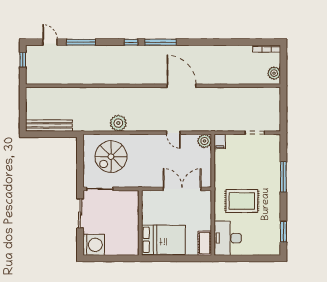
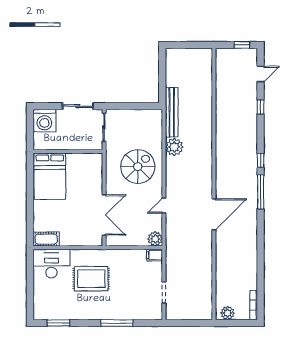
window: (81, 42) -> (261, 107), width x0.46
bench: (49, 125) -> (172, 112), moved
spiral stairs: (111, 157) -> (138, 167), moved, turned 90
rug: (242, 201) -> (91, 279), turned 90
wall: (140, 223) -> (68, 151), moved
bed: (163, 240) -> (50, 176), moved

